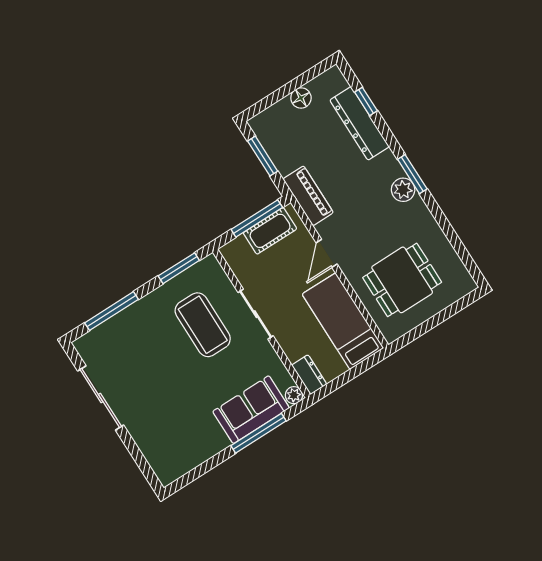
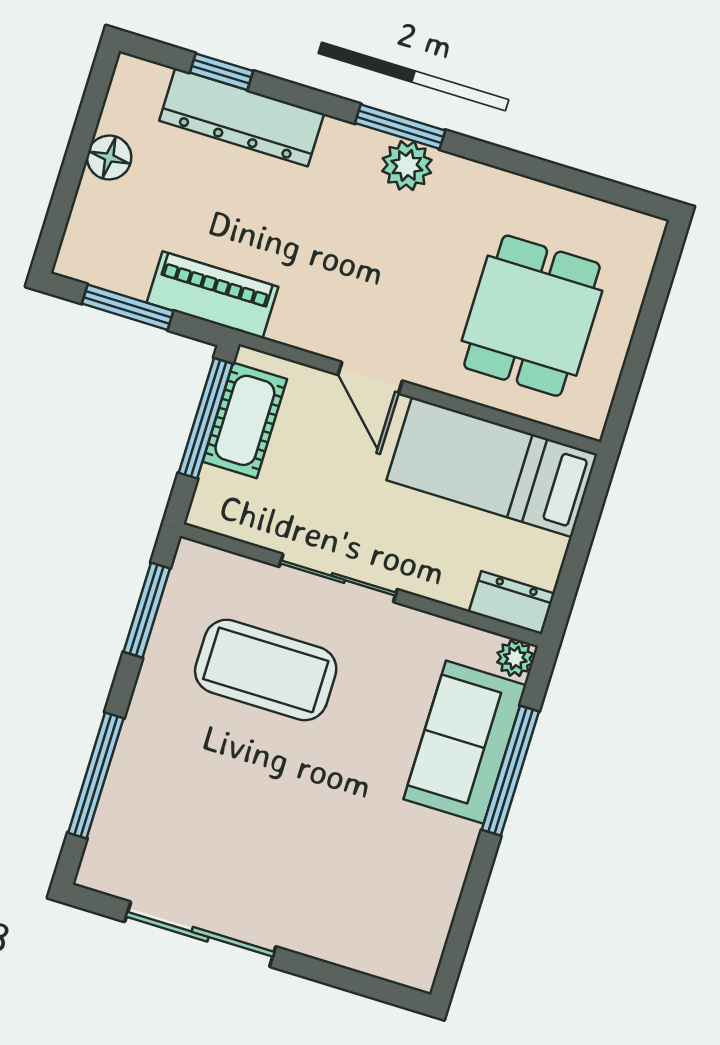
piano: (308, 196) -> (213, 295), moved

